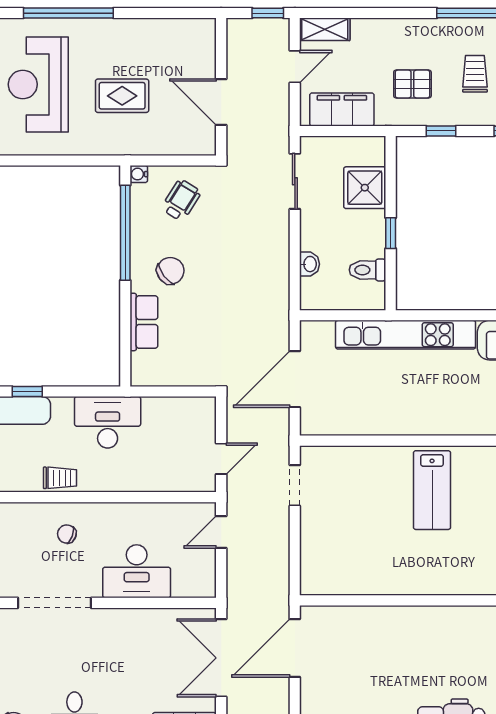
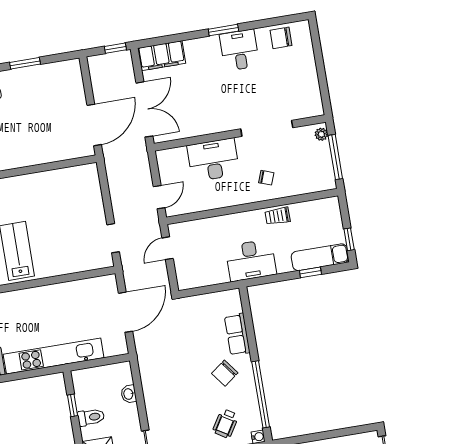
window: (391, 233) -> (72, 405), moved
toilet: (368, 270) -> (91, 417), moved

